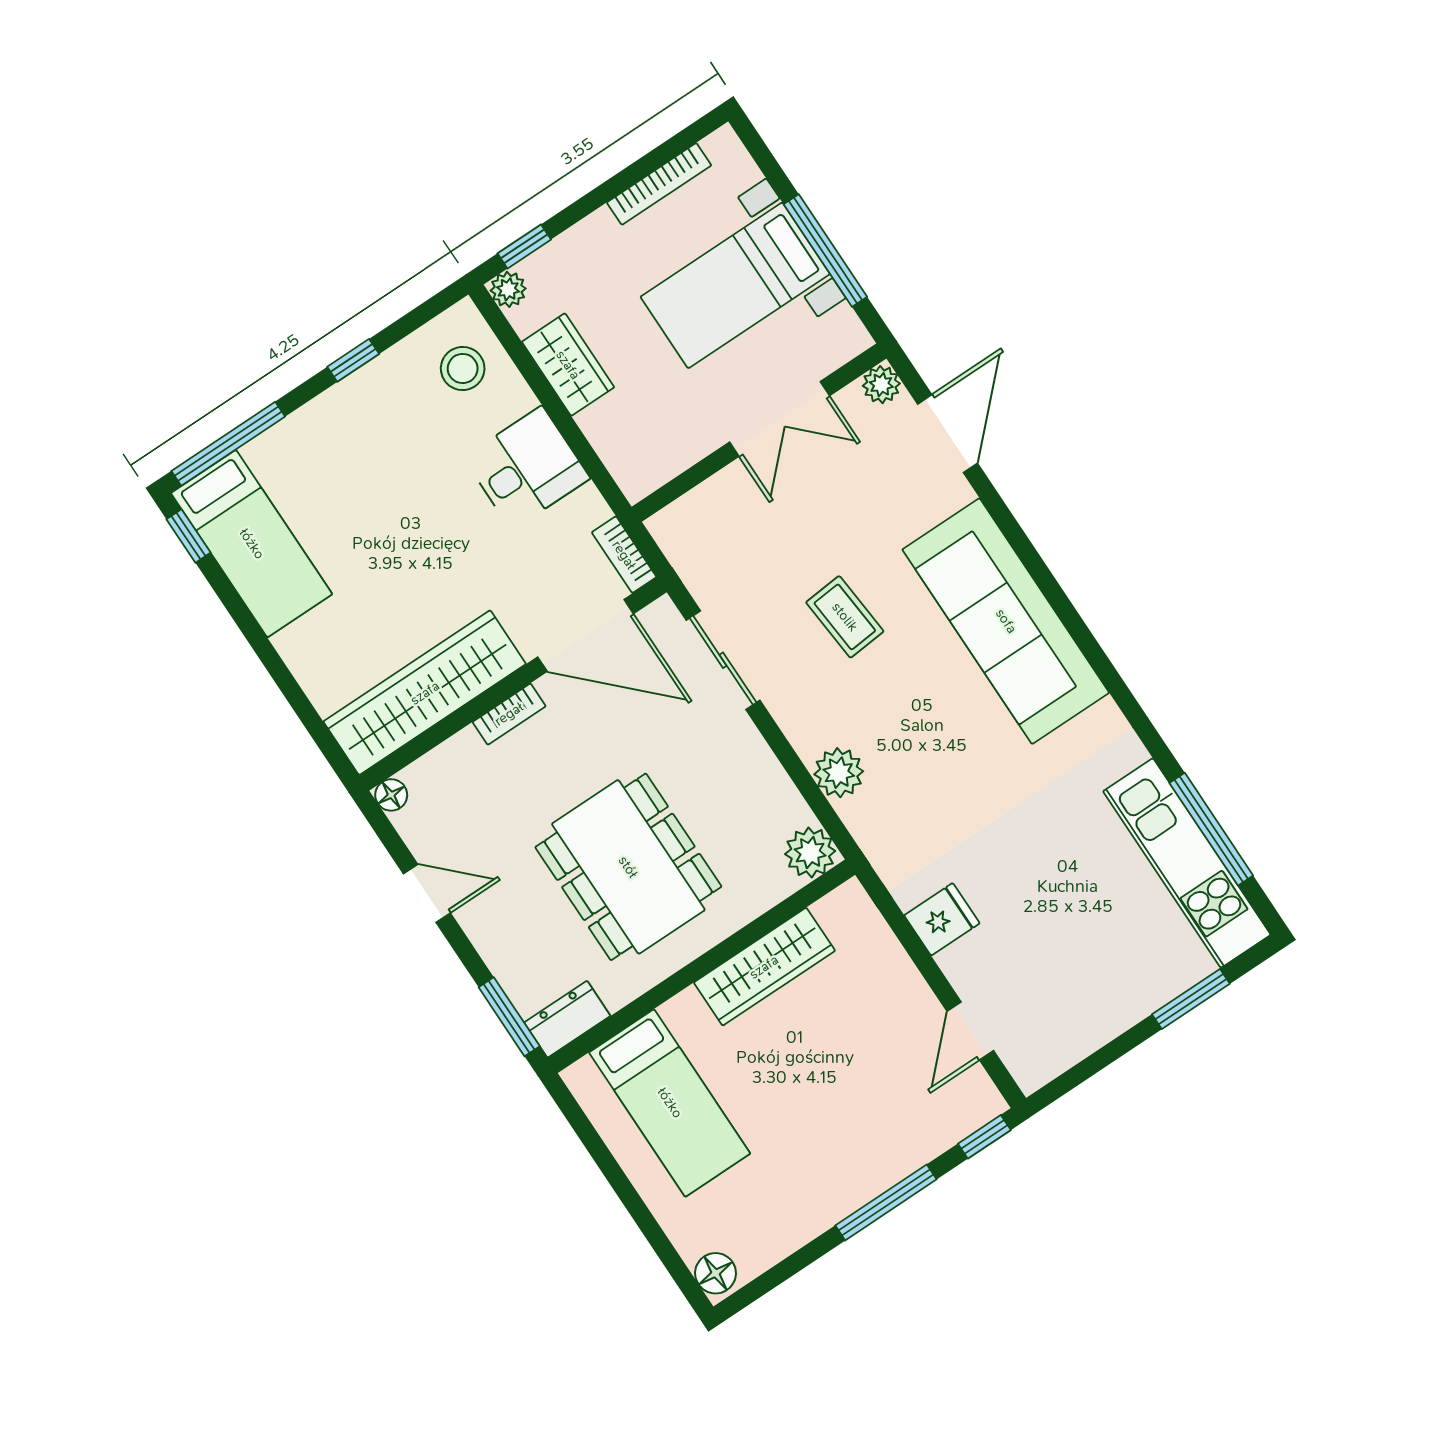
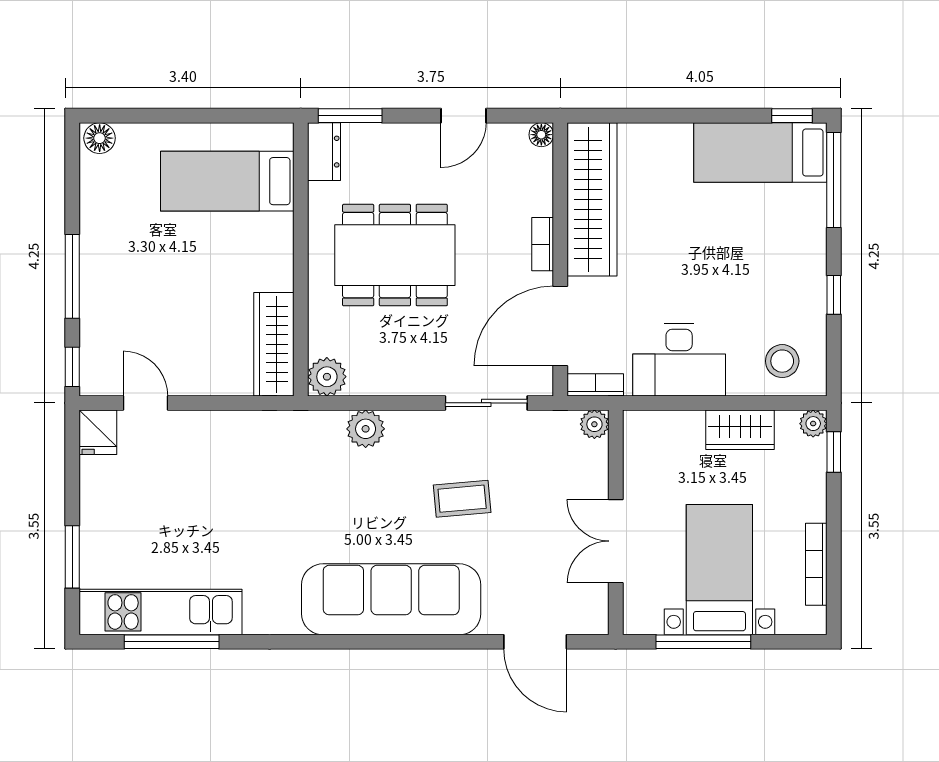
plant: (881, 385) -> (594, 424), moved
desk: (527, 468) -> (679, 360), width x1.37
fridge: (942, 919) -> (98, 432), moved
wardrobe: (764, 967) -> (274, 344), moved

